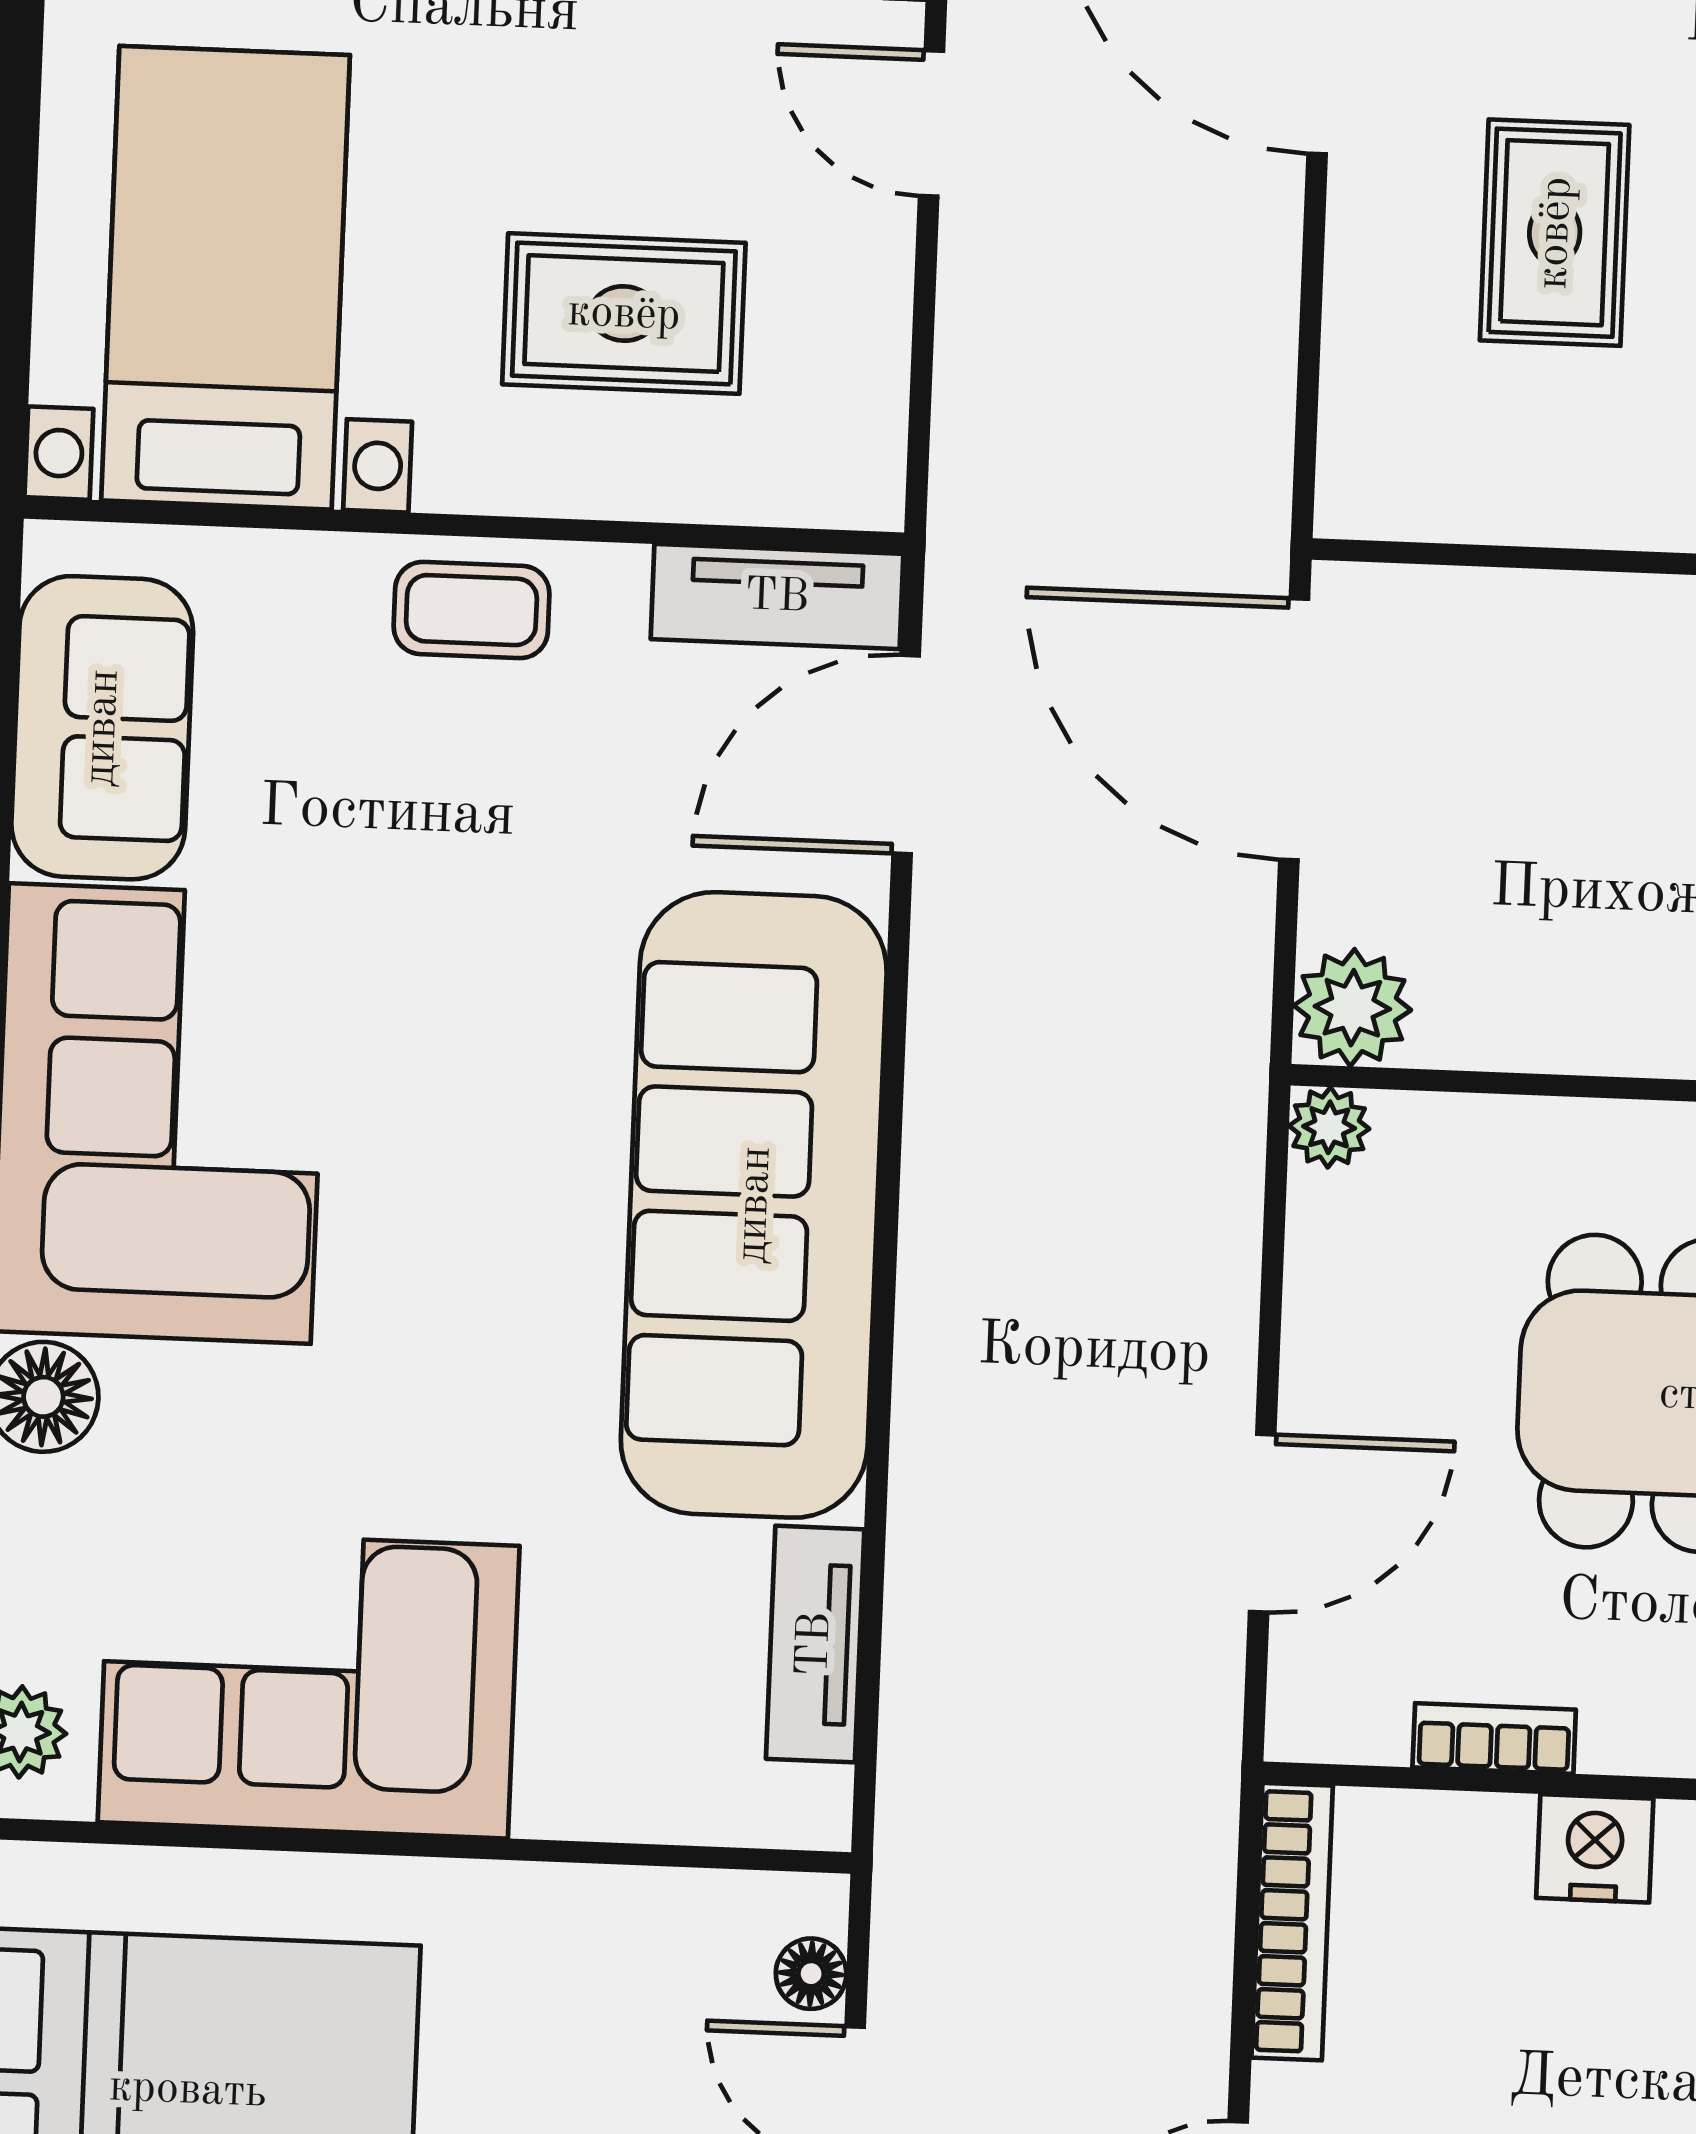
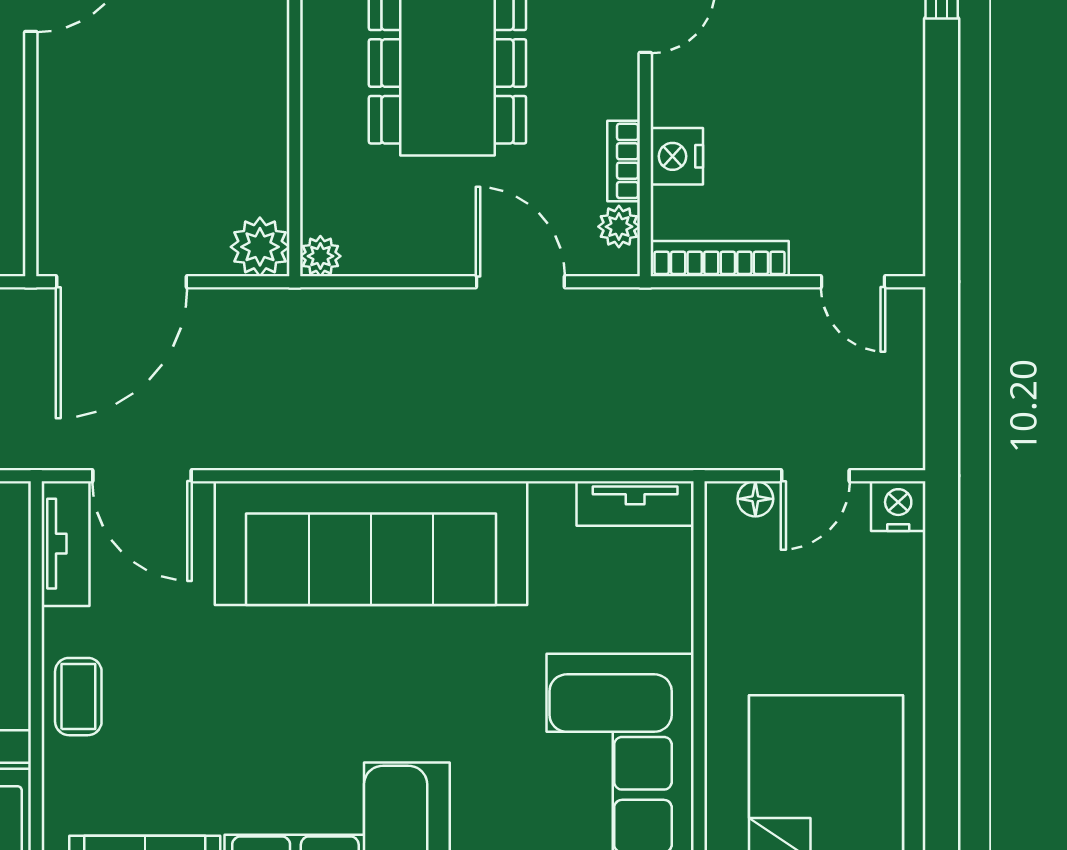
tv unit: (815, 1644) -> (635, 503), moved
plant: (1364, 1724) -> (619, 227), added
nightstand: (1595, 1848) -> (677, 156), moved

